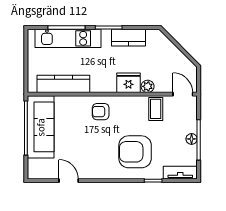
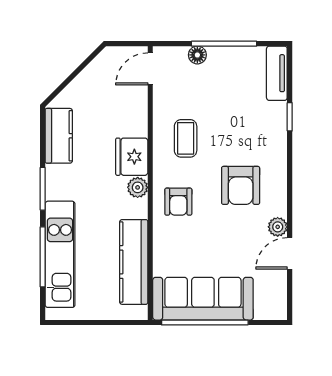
kitchen counter: (129, 38) -> (59, 136), moved
plant: (148, 86) -> (138, 187), moved
coffee table: (156, 109) -> (186, 138), moved, turned 90
floor lamp: (192, 139) -> (197, 55), moved
armchair: (135, 152) -> (241, 185), moved, width x0.73, depth x0.73
plant: (85, 173) -> (278, 227), added

